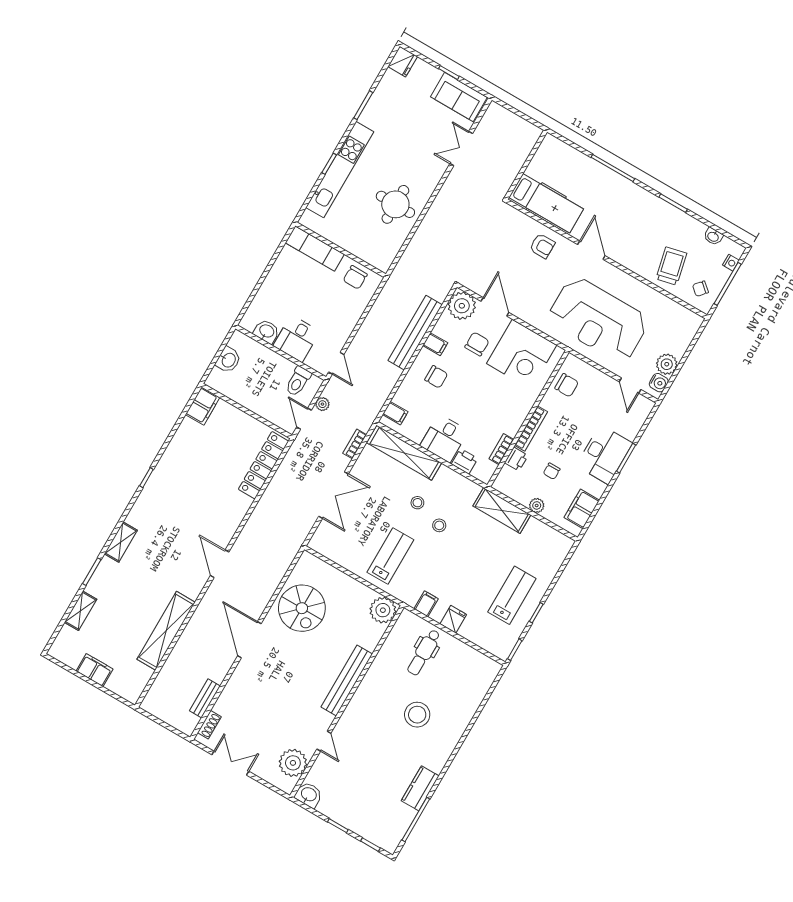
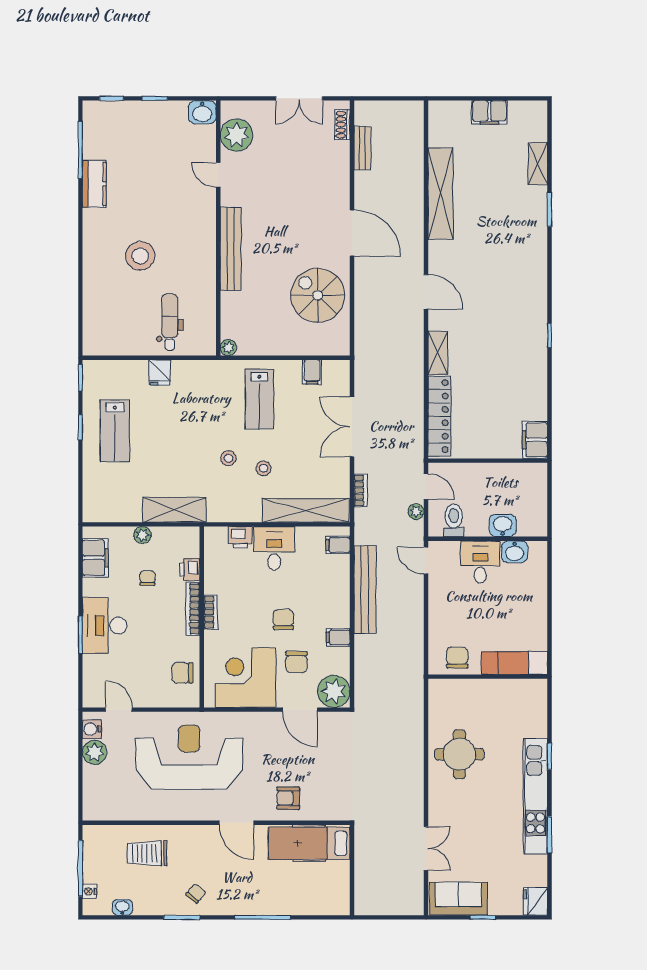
kitchen unit: (340, 170) -> (535, 796), moved
trolley: (671, 266) -> (147, 853), turned 103
chair: (700, 289) -> (196, 893), moved
bench: (415, 333) -> (365, 590), moved
washbasin: (228, 360) -> (503, 525), moved, turned 90
chair: (436, 377) -> (283, 620), moved, turned 90
bookcase: (501, 449) -> (211, 612), moved
shelving: (121, 542) -> (438, 353), moved
filing cabinet: (426, 604) -> (312, 372), moved
plant: (383, 610) -> (228, 348), width x0.53, depth x0.53

